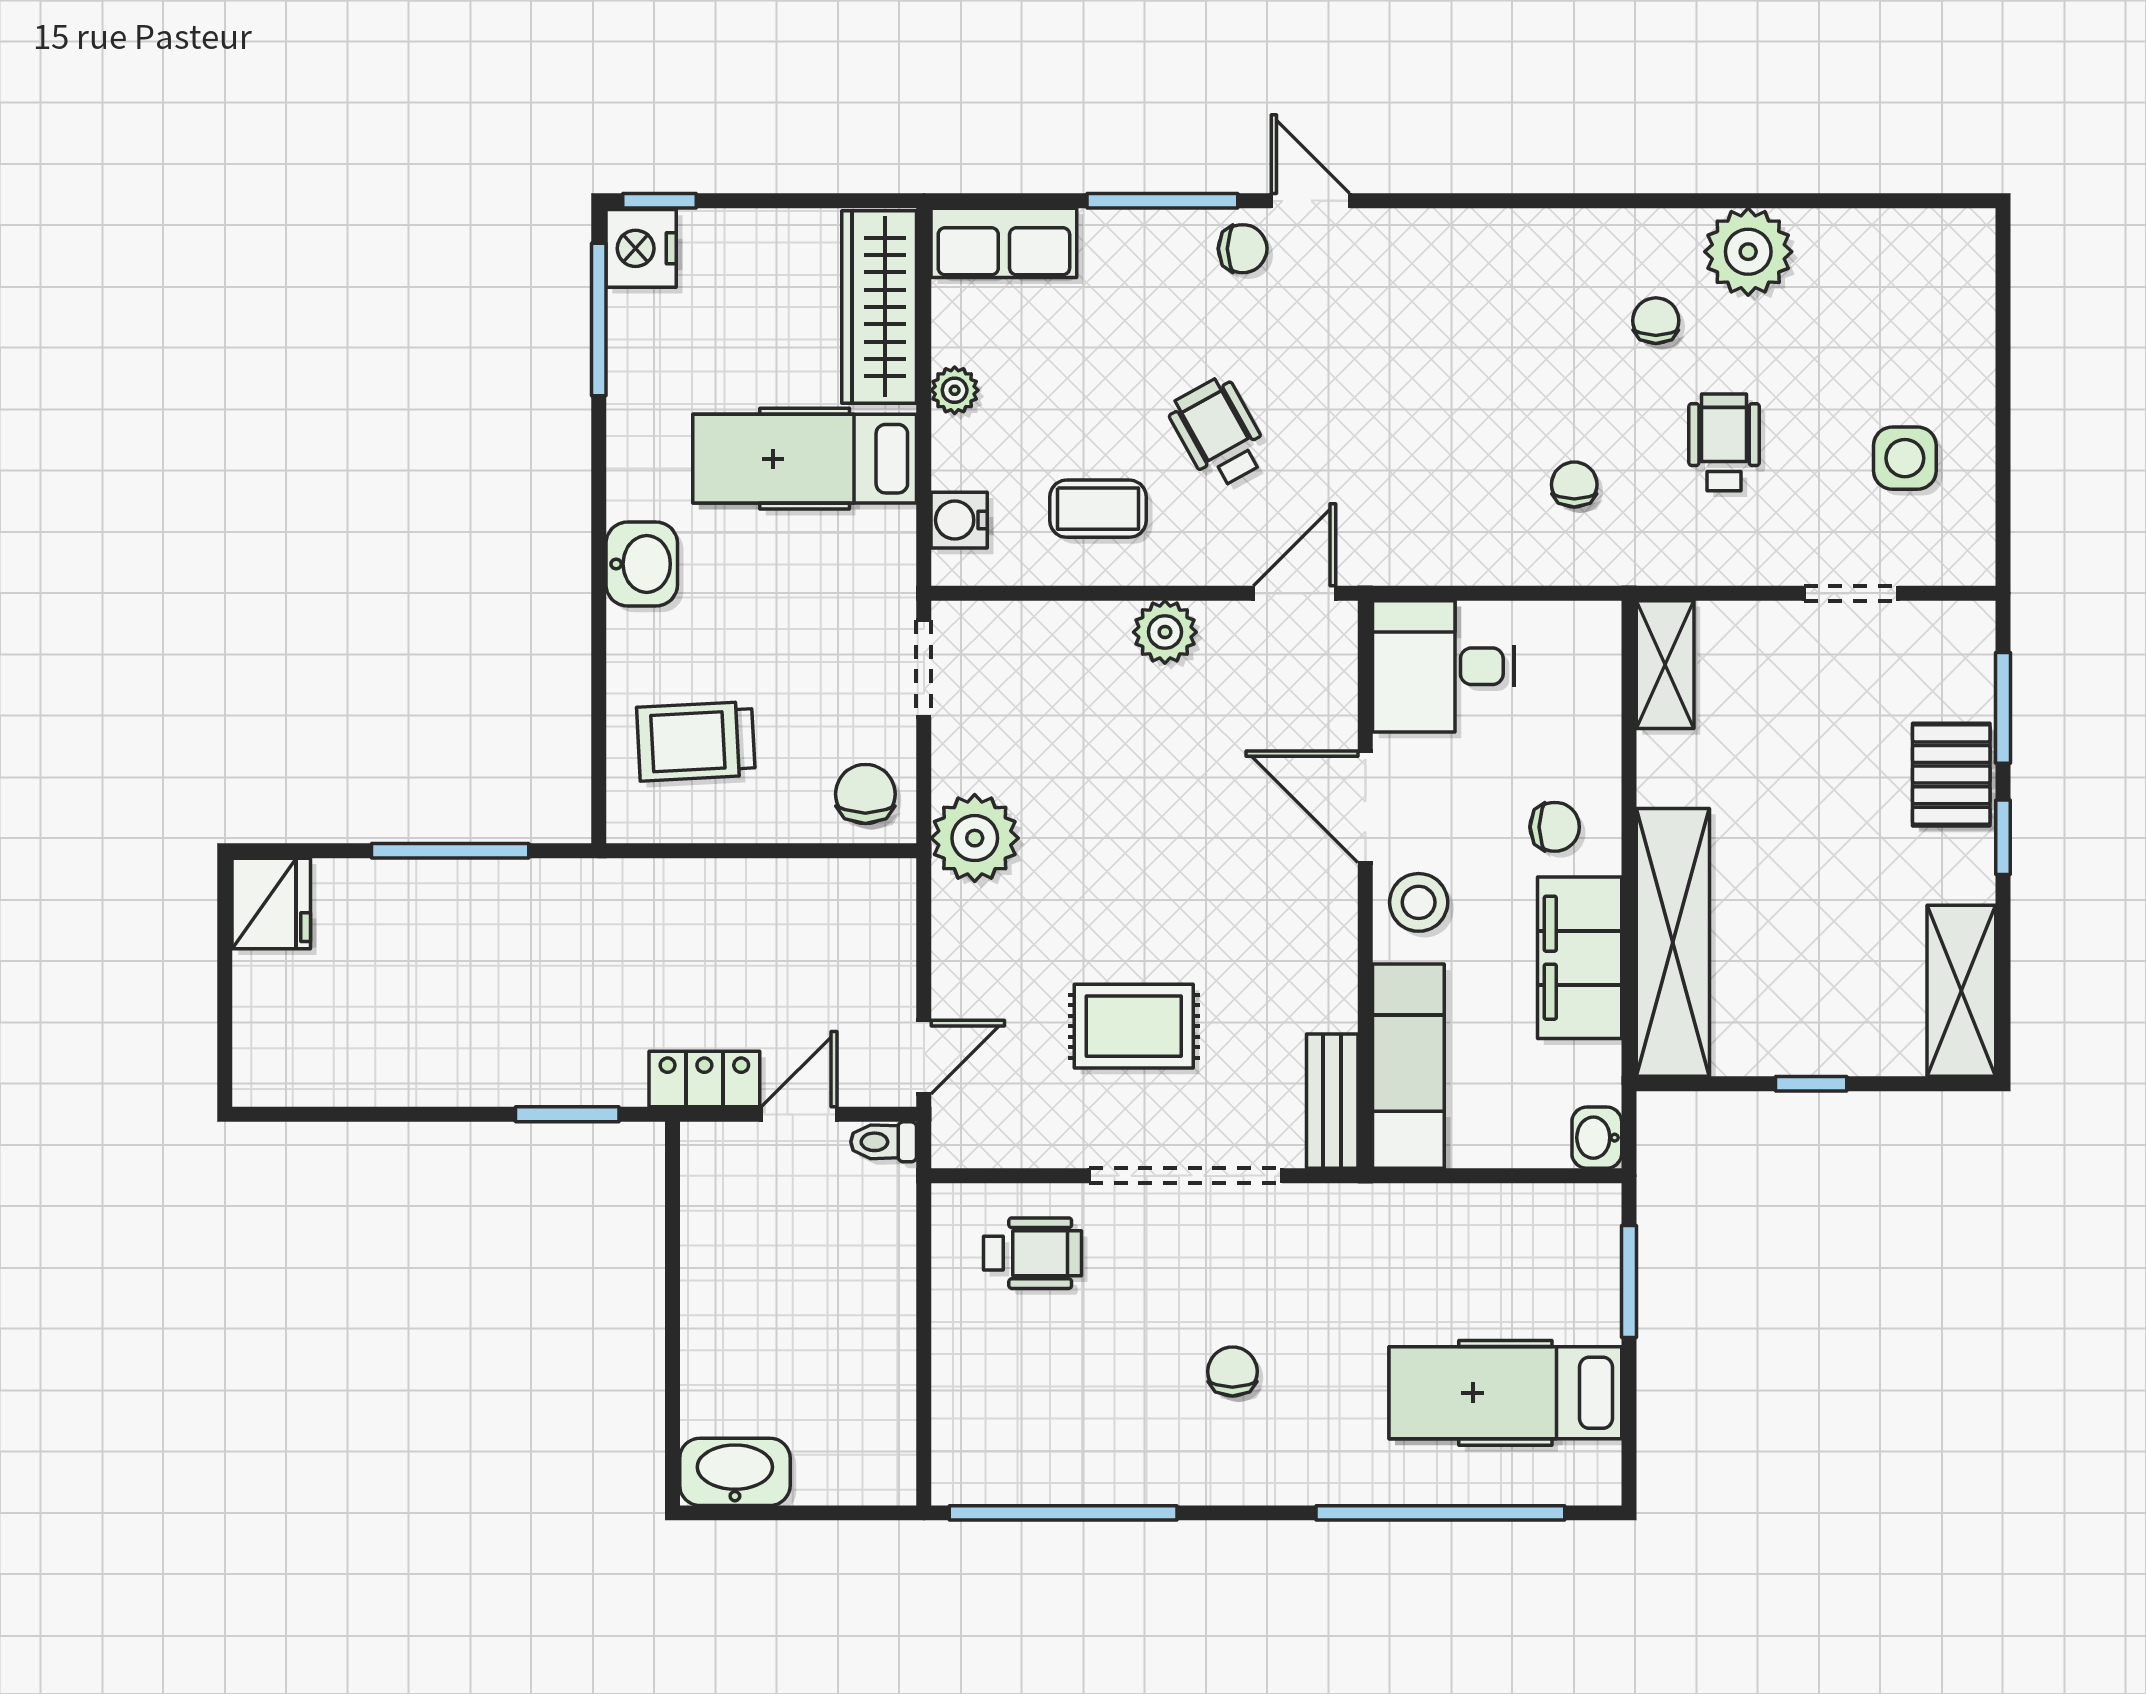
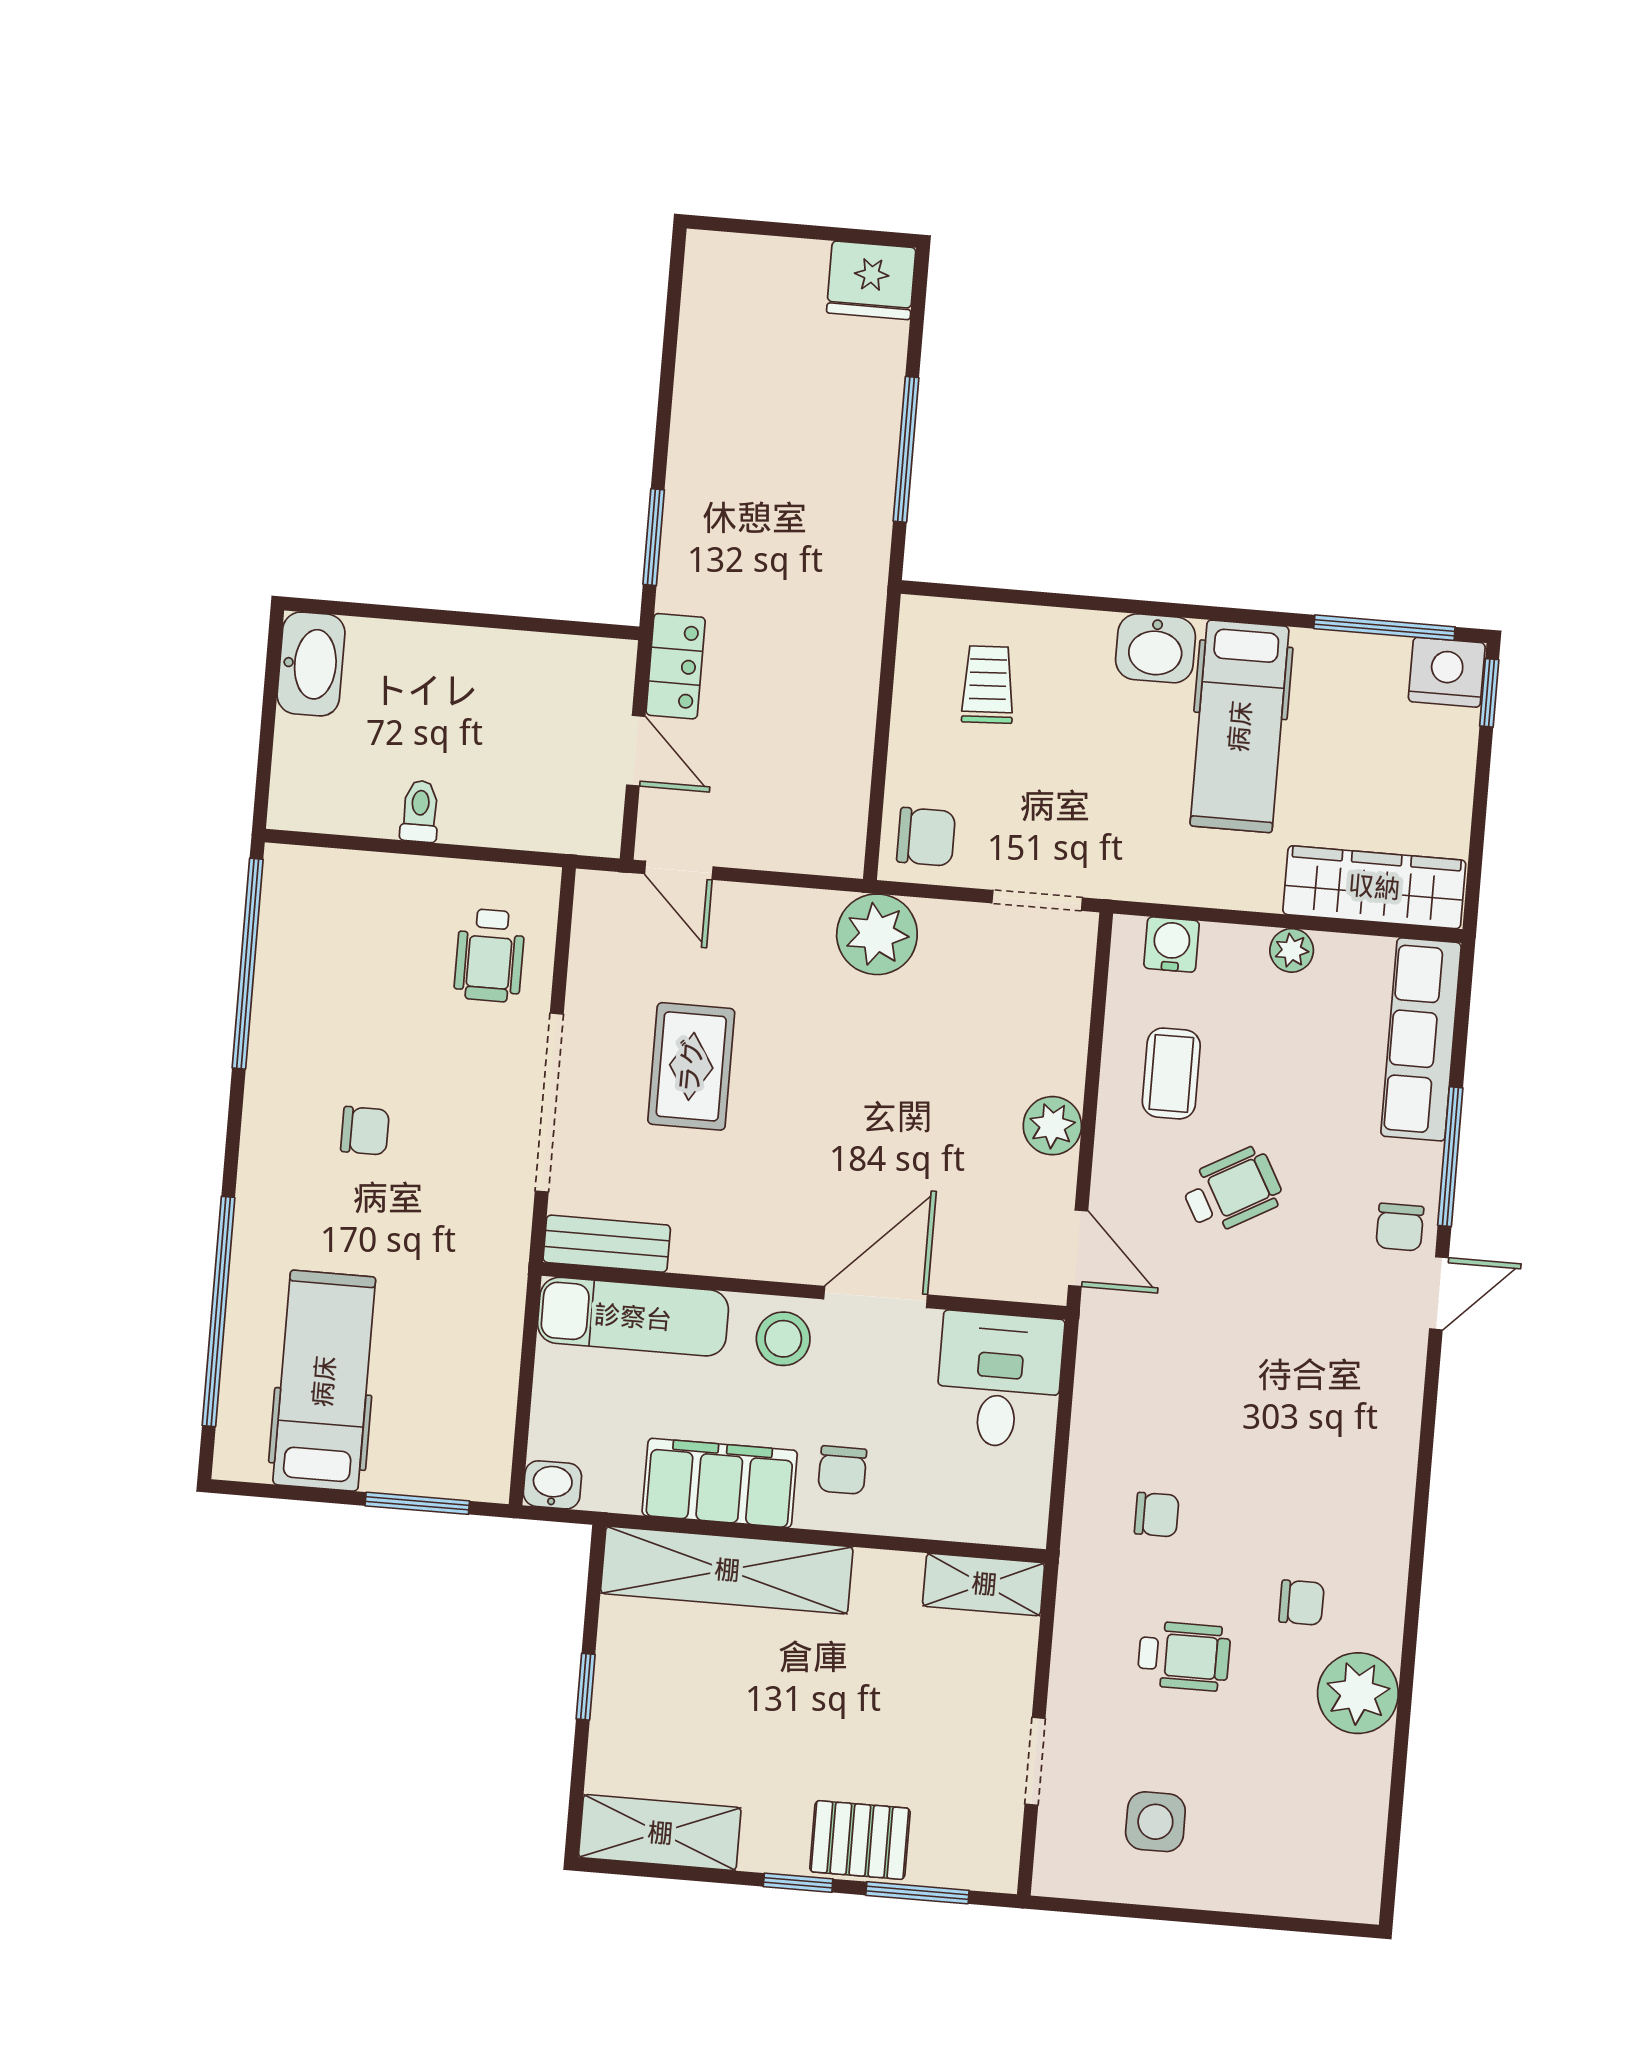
row of seats: (1004, 243) -> (1421, 1039), width x1.48
hospital bed: (805, 459) -> (1240, 726), moved, turned 180
trolley: (696, 741) -> (988, 685), width x0.73, depth x0.72
toilet: (884, 1142) -> (420, 811), moved

